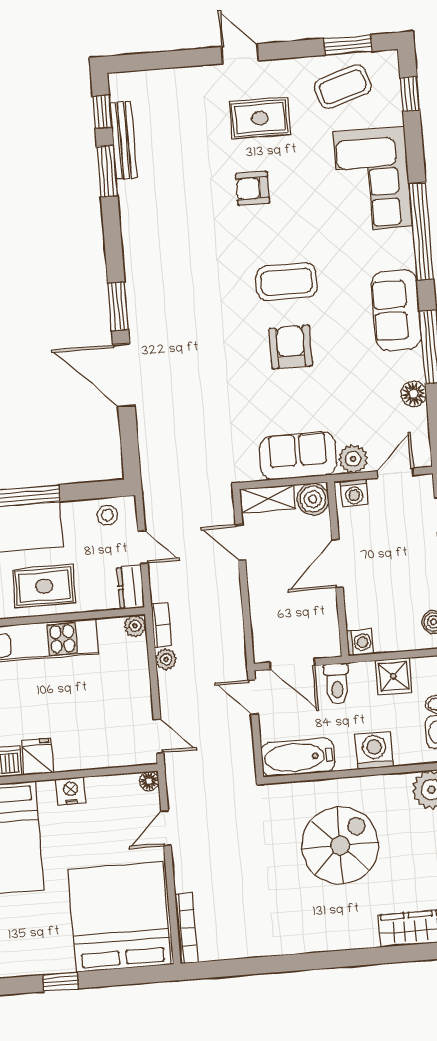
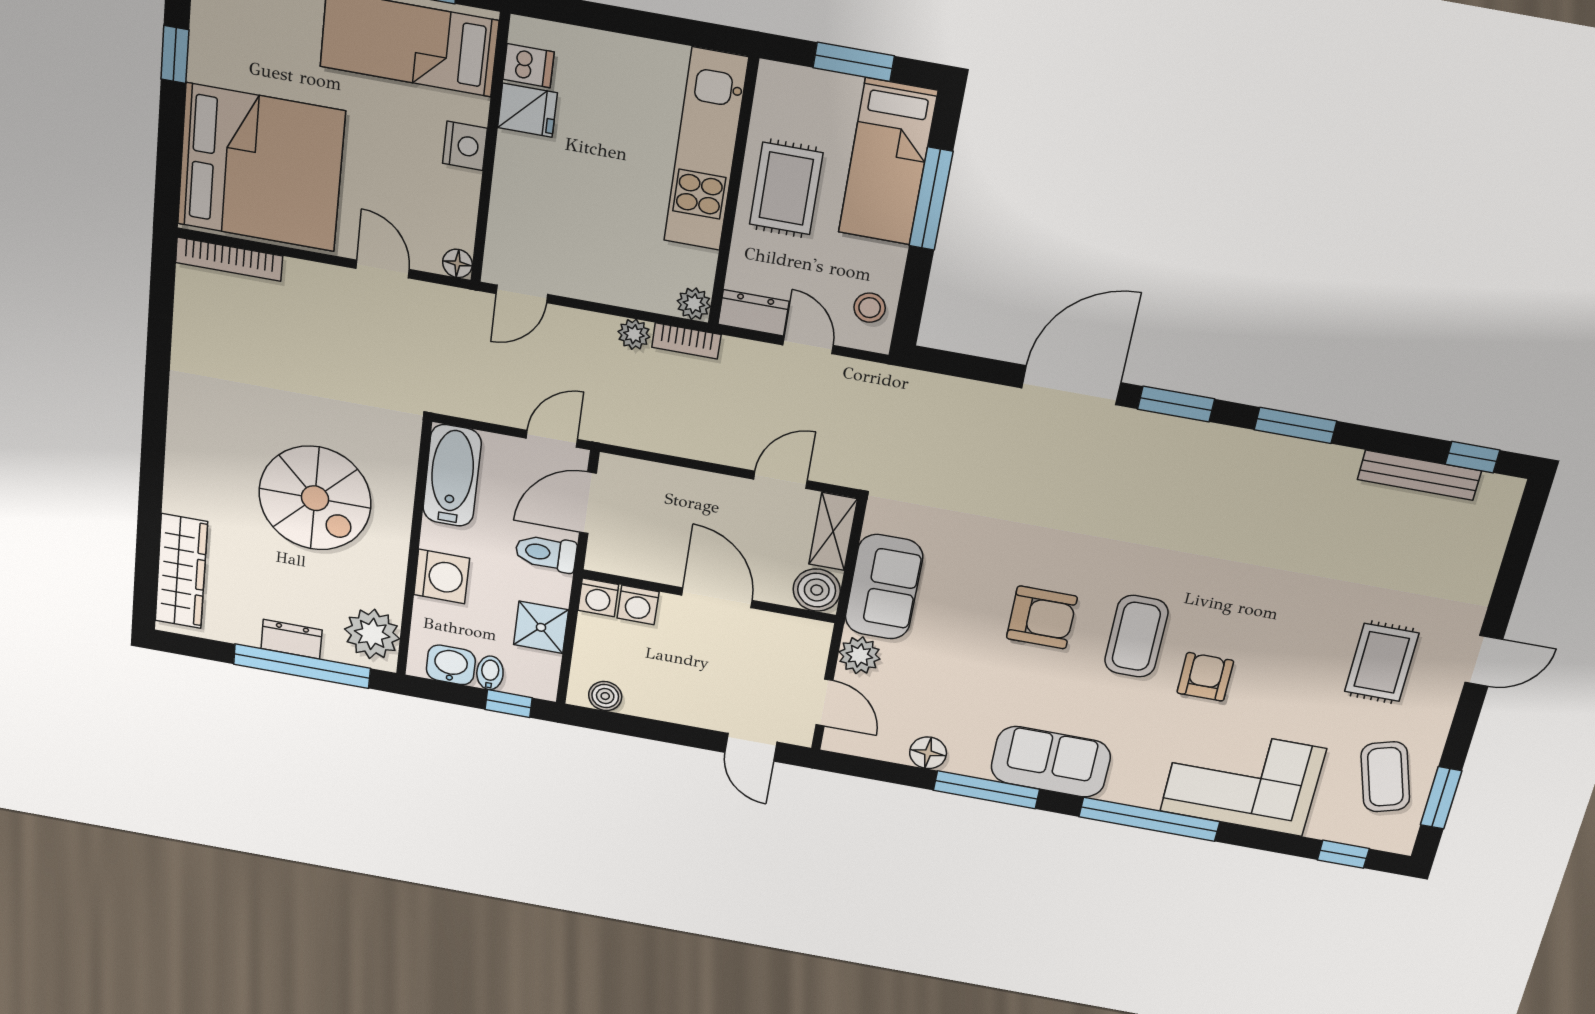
window: (107, 171) -> (1295, 425), moved
armchair: (253, 188) -> (1205, 677), moved
washing machine: (354, 493) -> (638, 605), moved, turned -90
door: (143, 547) -> (808, 345), swing flipped

